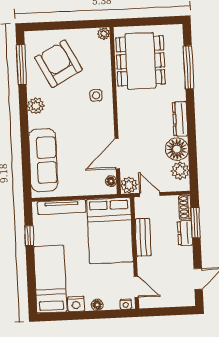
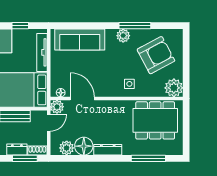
plant: (104, 34) -> (174, 88), width x1.87, depth x1.87
window: (21, 65) -> (135, 26), moved

